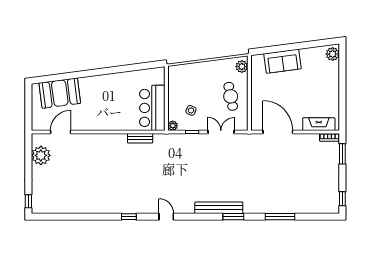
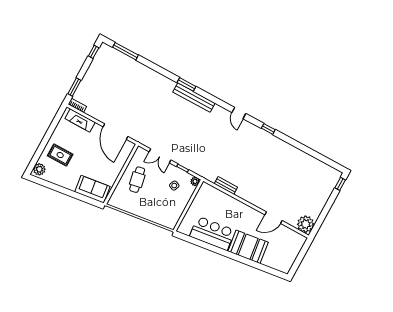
sofa: (282, 61) -> (92, 189), moved
plant: (242, 67) -> (116, 198), removed
rug: (320, 79) -> (60, 155), added
booth: (60, 93) -> (248, 247), moved
bar counter: (152, 108) -> (212, 233), moved, turned -97
door: (61, 132) -> (273, 218), moved
plant: (41, 155) -> (306, 224), moved
window: (280, 217) -> (125, 51), moved

